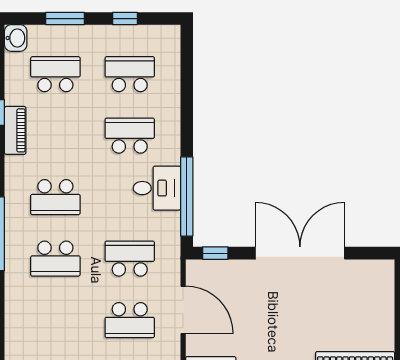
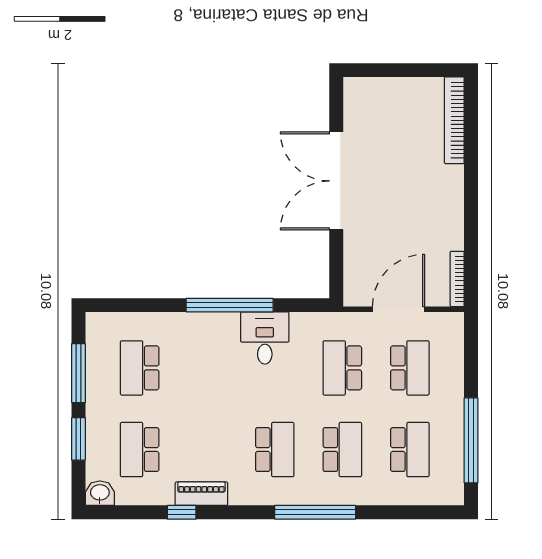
window: (125, 19) -> (79, 373), width x2.17
school desk: (130, 136) -> (410, 450), moved, turned 180
window: (187, 196) -> (230, 305), moved
window: (215, 253) -> (336, 274), removed

